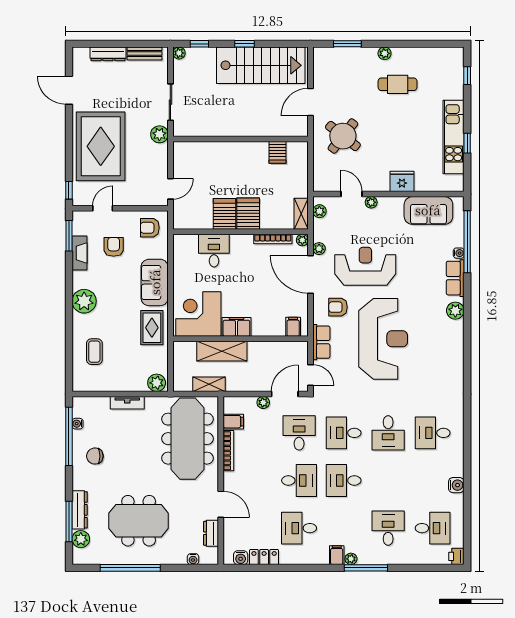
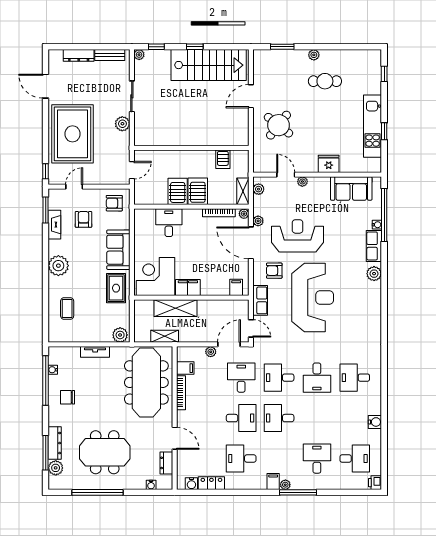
wall: (241, 139) -> (191, 148), moved
server rack: (278, 152) -> (223, 159), moved

